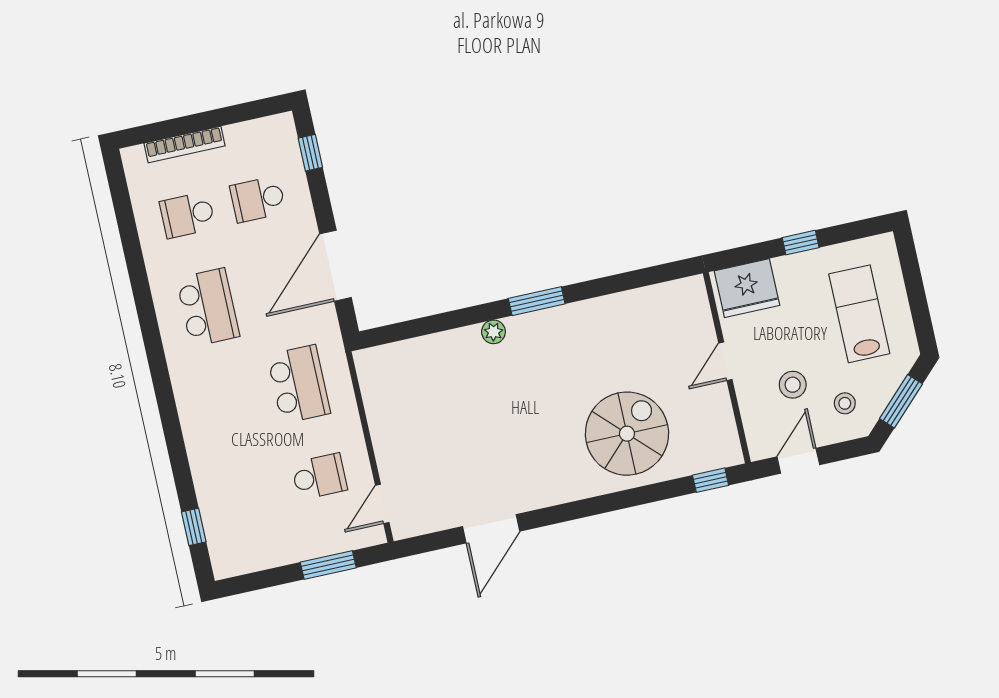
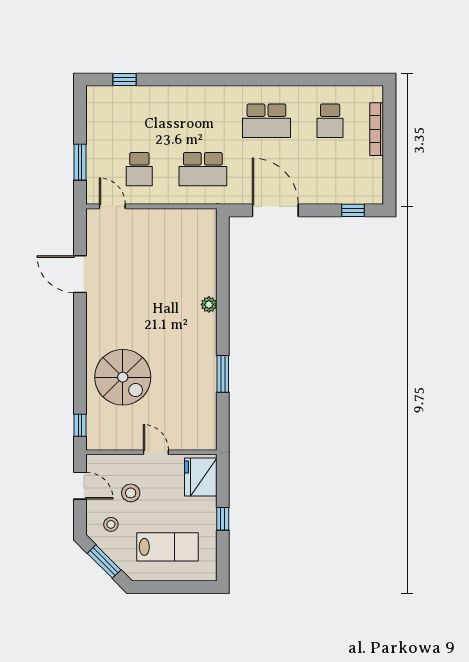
school desk: (258, 199) -> (330, 169), removed
school desk: (187, 215) -> (330, 121), turned 180
window: (537, 301) -> (223, 374), moved

